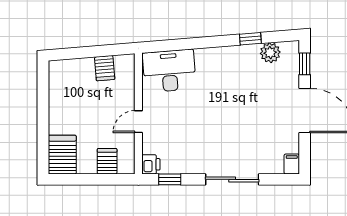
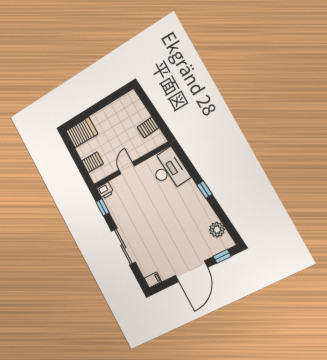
window: (250, 39) -> (204, 190), moved
door: (138, 122) -> (127, 168), hinge flipped

